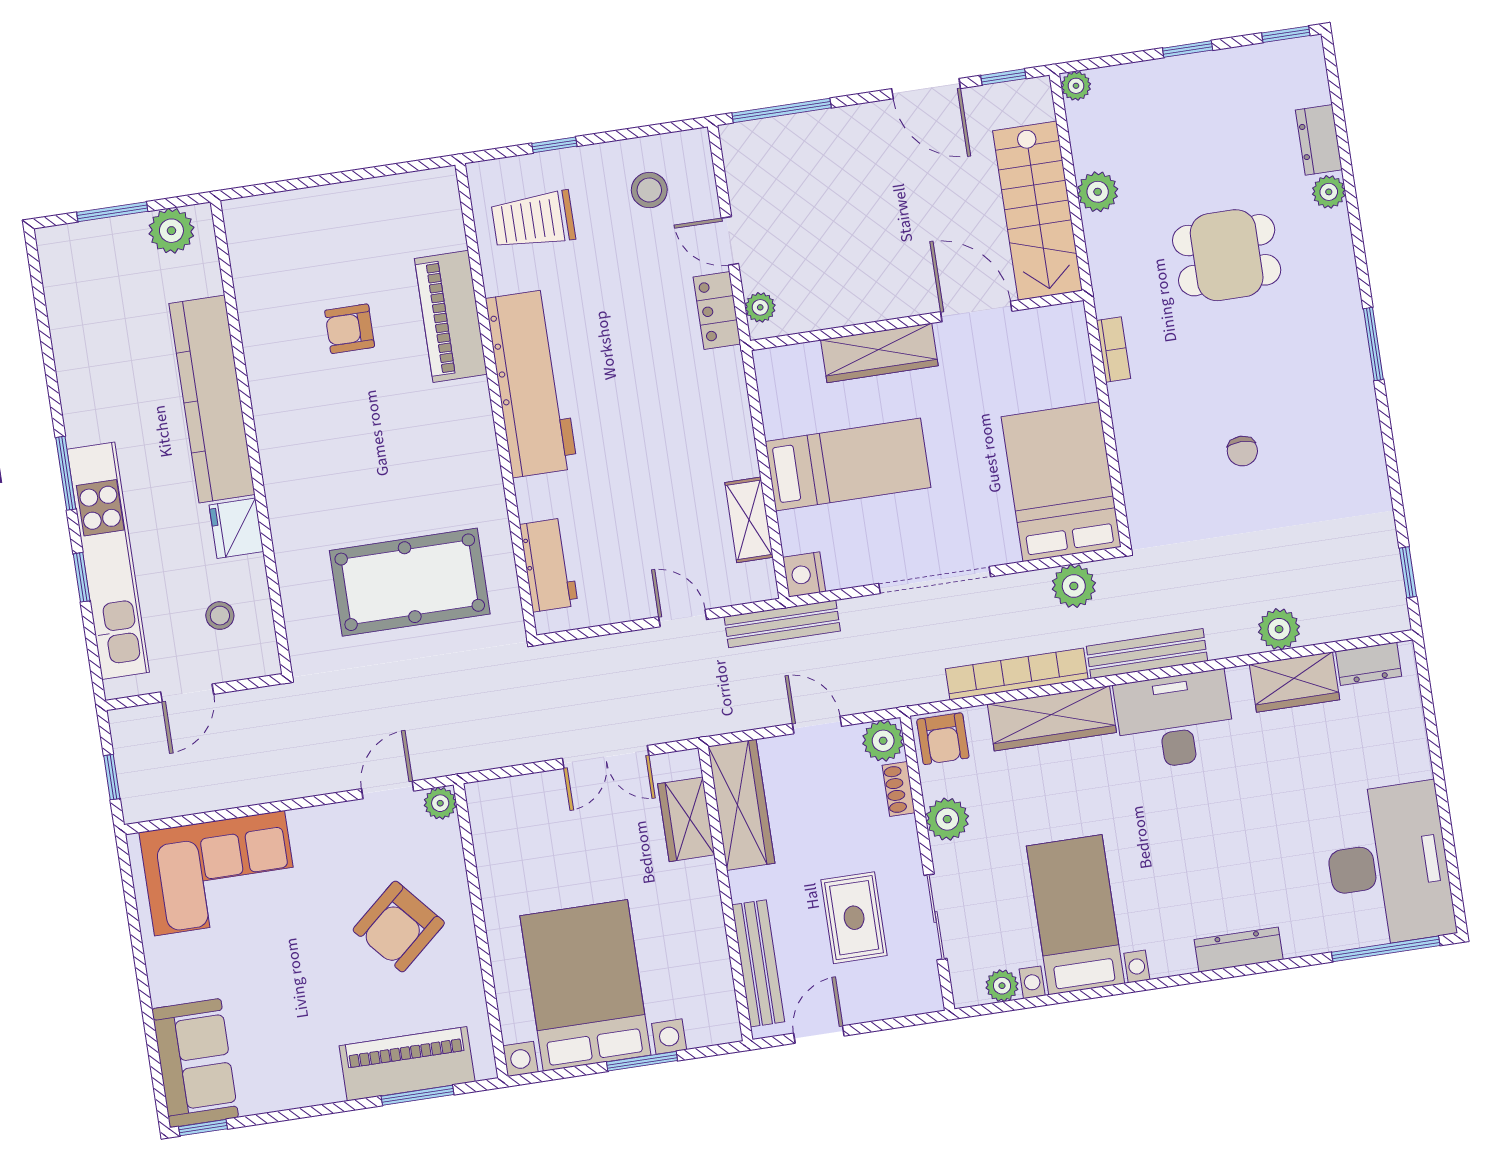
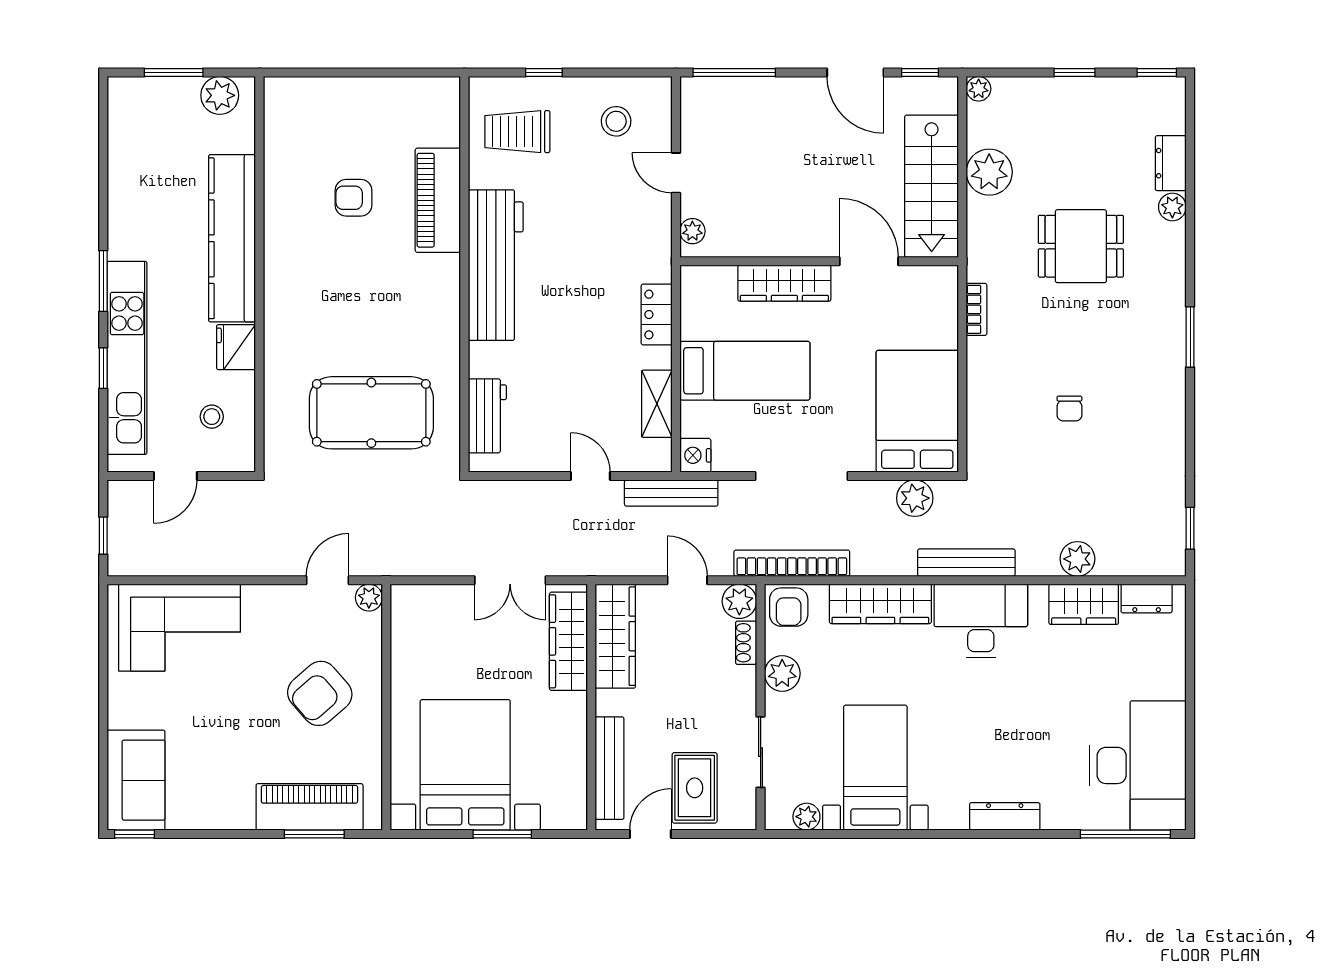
plant: (1098, 192) -> (989, 172), width x1.36, depth x1.36
locker: (717, 310) -> (657, 315), moved
bookcase: (1017, 674) -> (792, 563), moved
wardrobe: (686, 819) -> (568, 641), width x1.50
rug: (854, 918) -> (695, 788), moved

